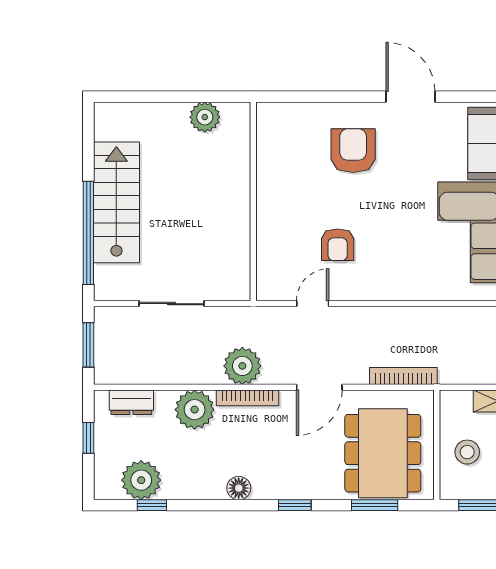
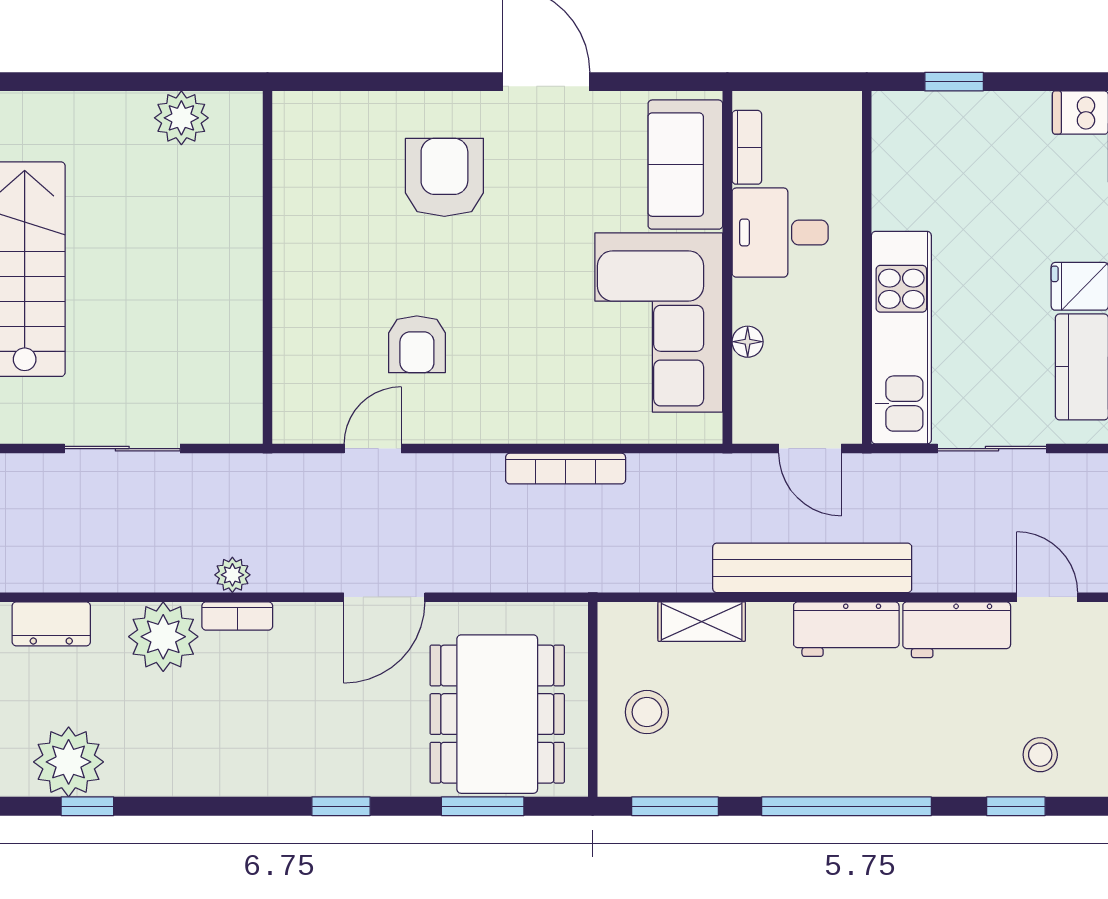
plant: (242, 366) -> (232, 575), width x0.53, depth x0.53
bookcase: (403, 376) -> (566, 469), moved, turned 180
bookcase: (247, 398) -> (237, 616), width x0.64
floor lamp: (239, 488) -> (242, 776), removed

